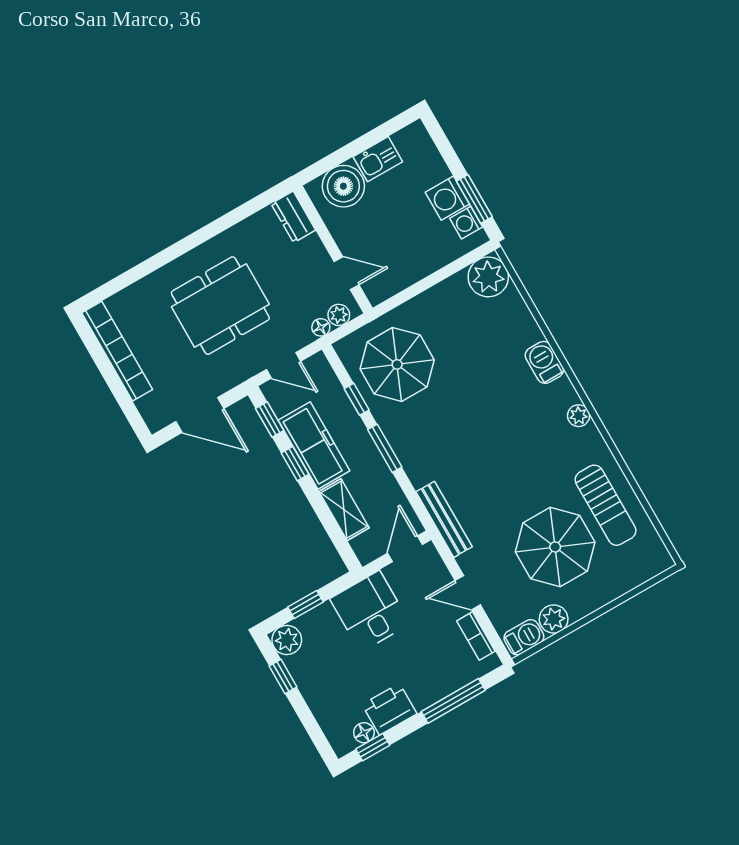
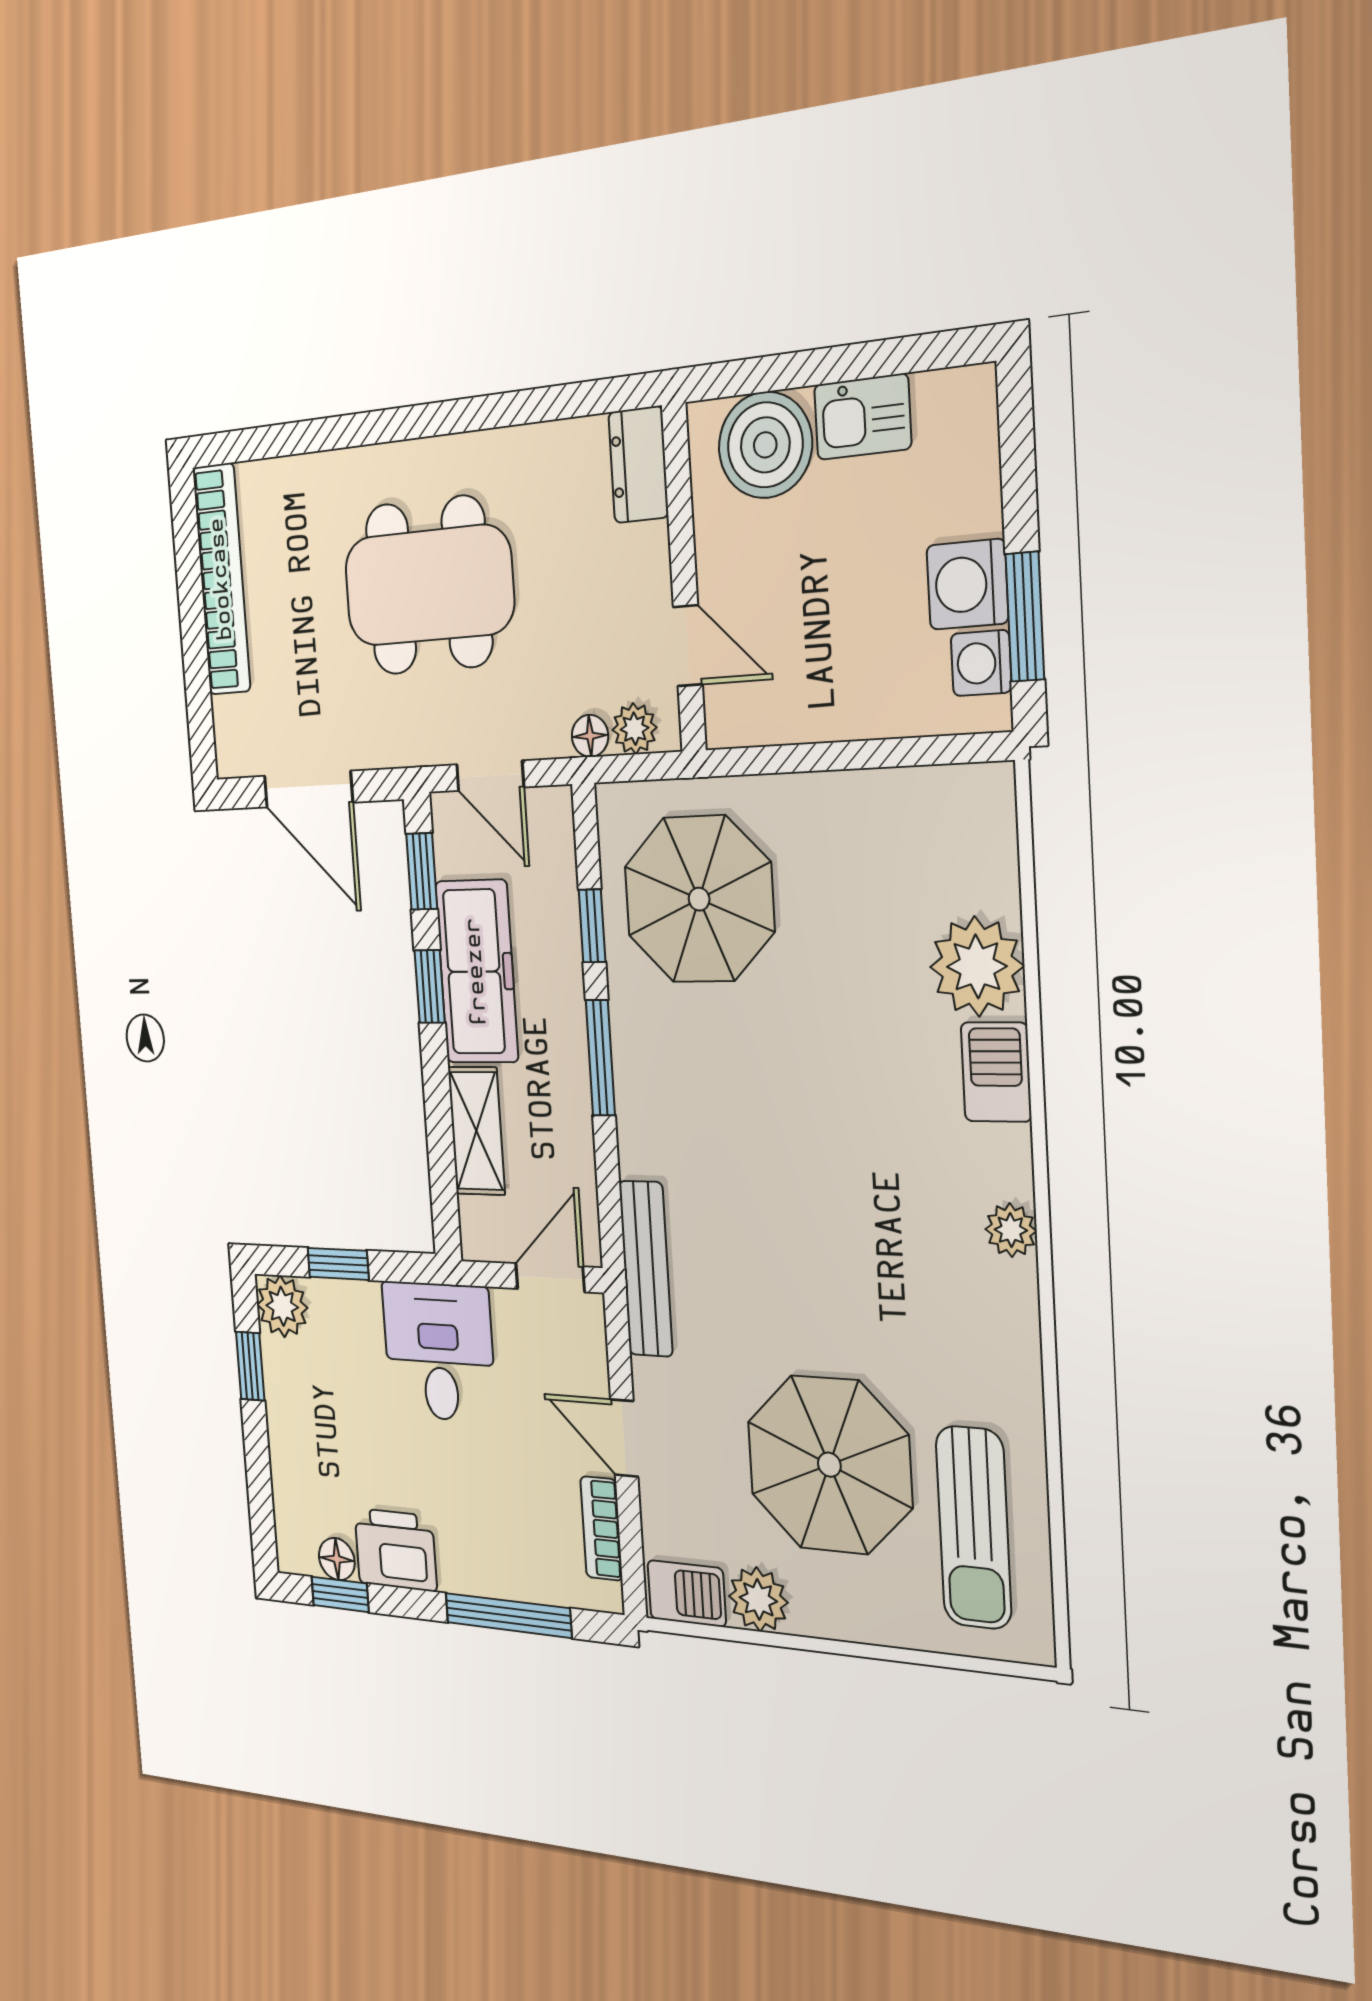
plant: (488, 277) -> (977, 966), moved
sun lounger: (606, 505) -> (974, 1528), moved

